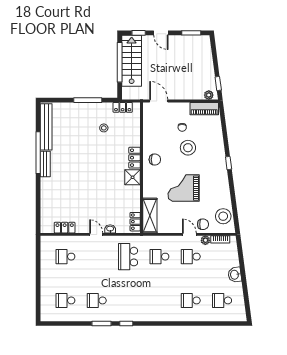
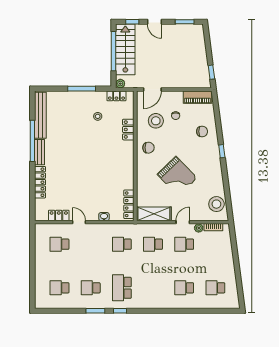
plant: (209, 95) -> (120, 84), moved
door: (159, 101) -> (152, 89), swing flipped
stool: (188, 148) -> (156, 121), moved
locker: (135, 158) -> (128, 130), moved
shower: (133, 177) -> (126, 165), removed
grand piano: (184, 188) -> (177, 176), turned -134
locker: (46, 194) -> (40, 182), added
shelving: (150, 216) -> (154, 214), moved, turned 90
locker: (135, 222) -> (129, 204), width x1.53
chair: (203, 224) -> (202, 131), moved
door: (96, 234) -> (79, 222), moved
door: (189, 234) -> (183, 222), hinge flipped
school desk: (128, 257) -> (122, 244), width x0.54
washbasin: (235, 275) -> (228, 262), removed
school desk: (128, 300) -> (122, 288), added

